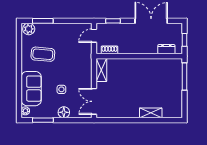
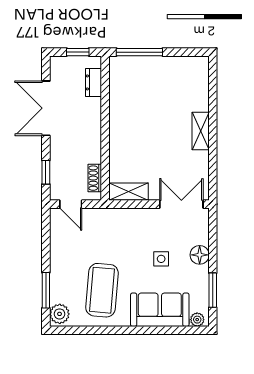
coffee table: (43, 54) -> (102, 290), width x1.36, depth x1.32
double door: (94, 101) -> (181, 204), swing flipped
shelving: (151, 113) -> (201, 131), moved

